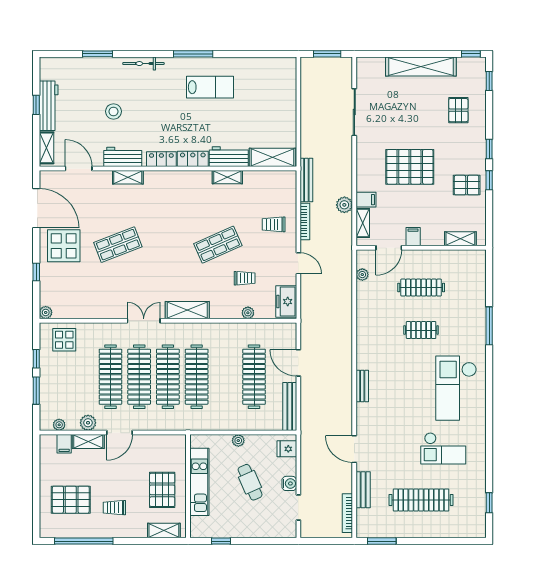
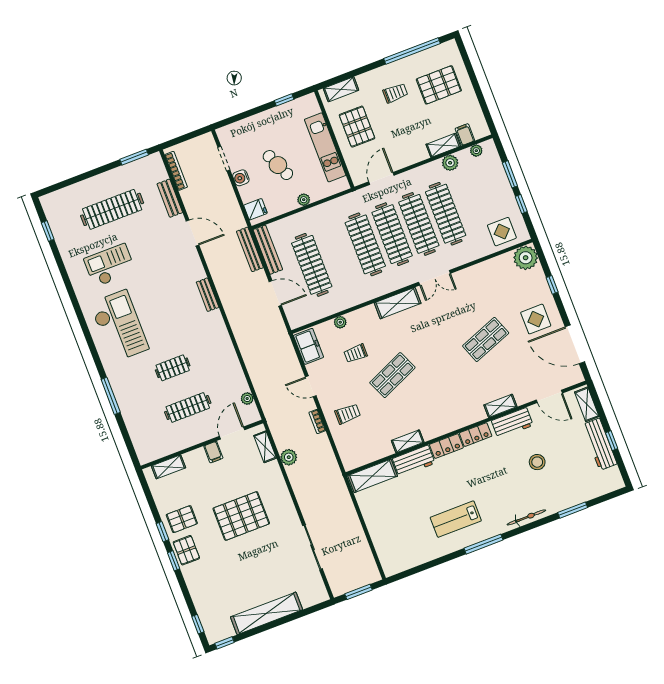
pallet: (458, 110) -> (186, 550), moved
bench: (306, 180) -> (250, 249), moved
filing cabinet: (366, 200) -> (270, 470), removed
bookcase: (305, 222) -> (317, 421), width x0.64
display table: (64, 246) -> (536, 319), width x0.73, depth x0.73
plant: (46, 312) -> (526, 258), width x1.87, depth x1.87
door: (119, 433) -> (381, 179), moved

